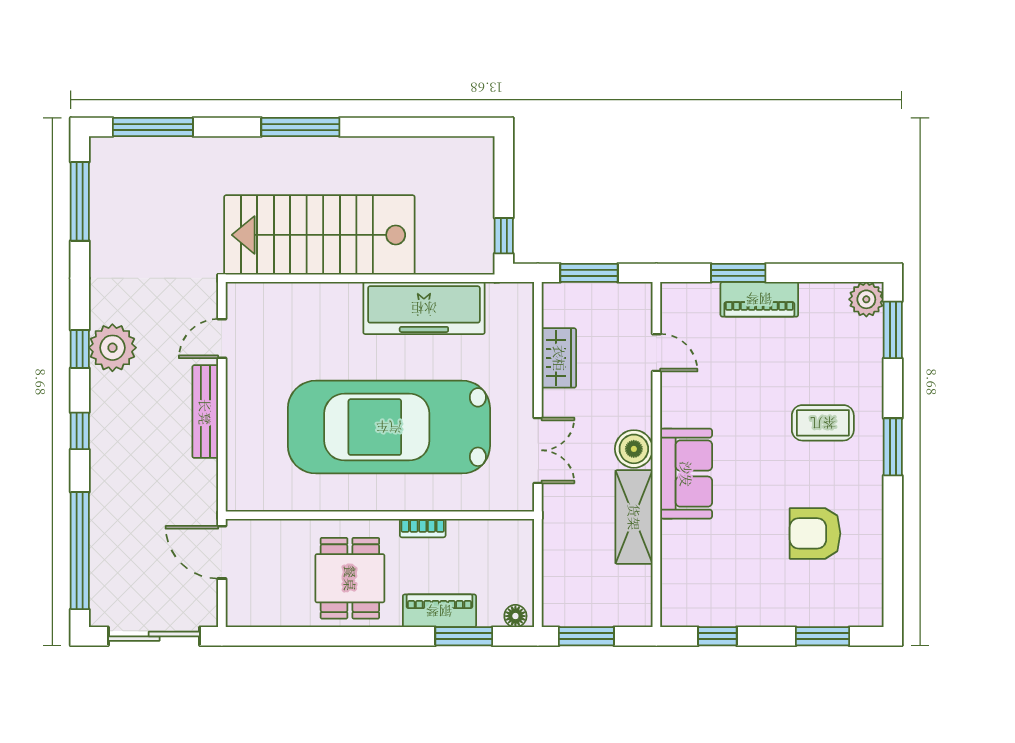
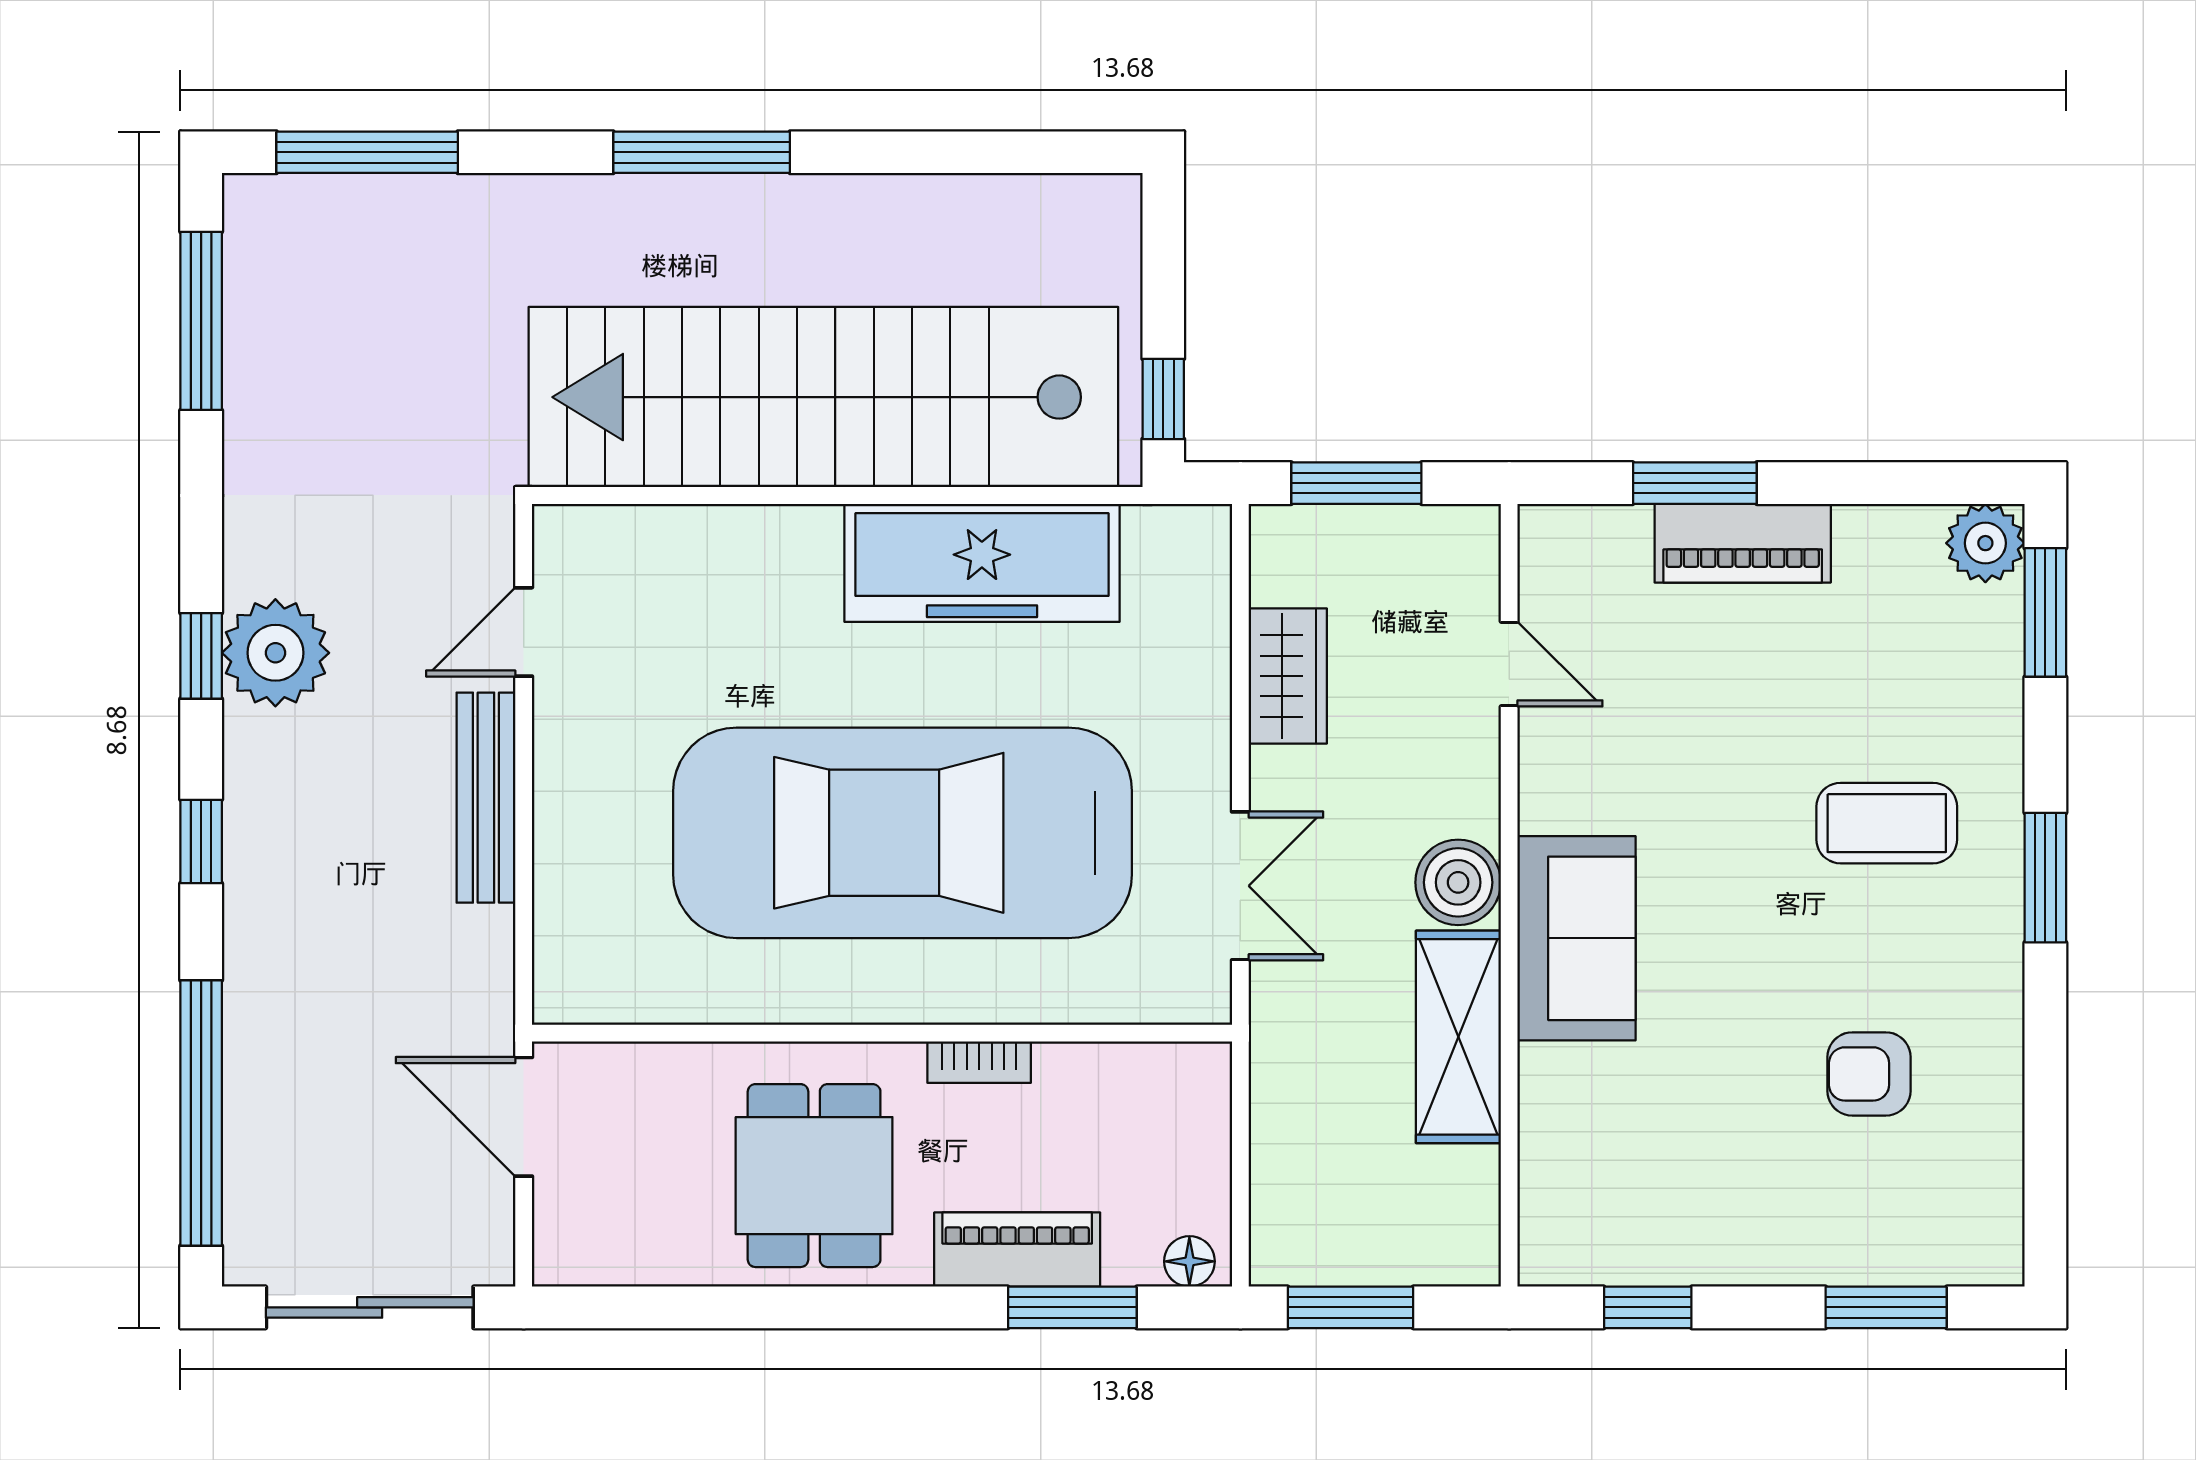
stairs: (319, 235) -> (823, 397), width x1.36
armchair: (815, 533) -> (1869, 1074), width x0.72, depth x0.72

